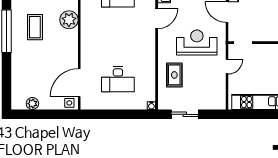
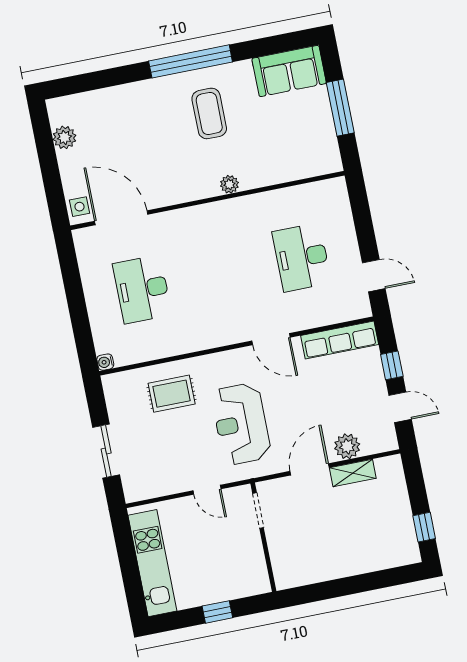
plant: (69, 20) -> (229, 184), width x0.53, depth x0.53
coffee table: (35, 27) -> (209, 113), turned 90
reception desk: (197, 43) -> (241, 424), turned 180
sliding door: (185, 114) -> (106, 451), moved

